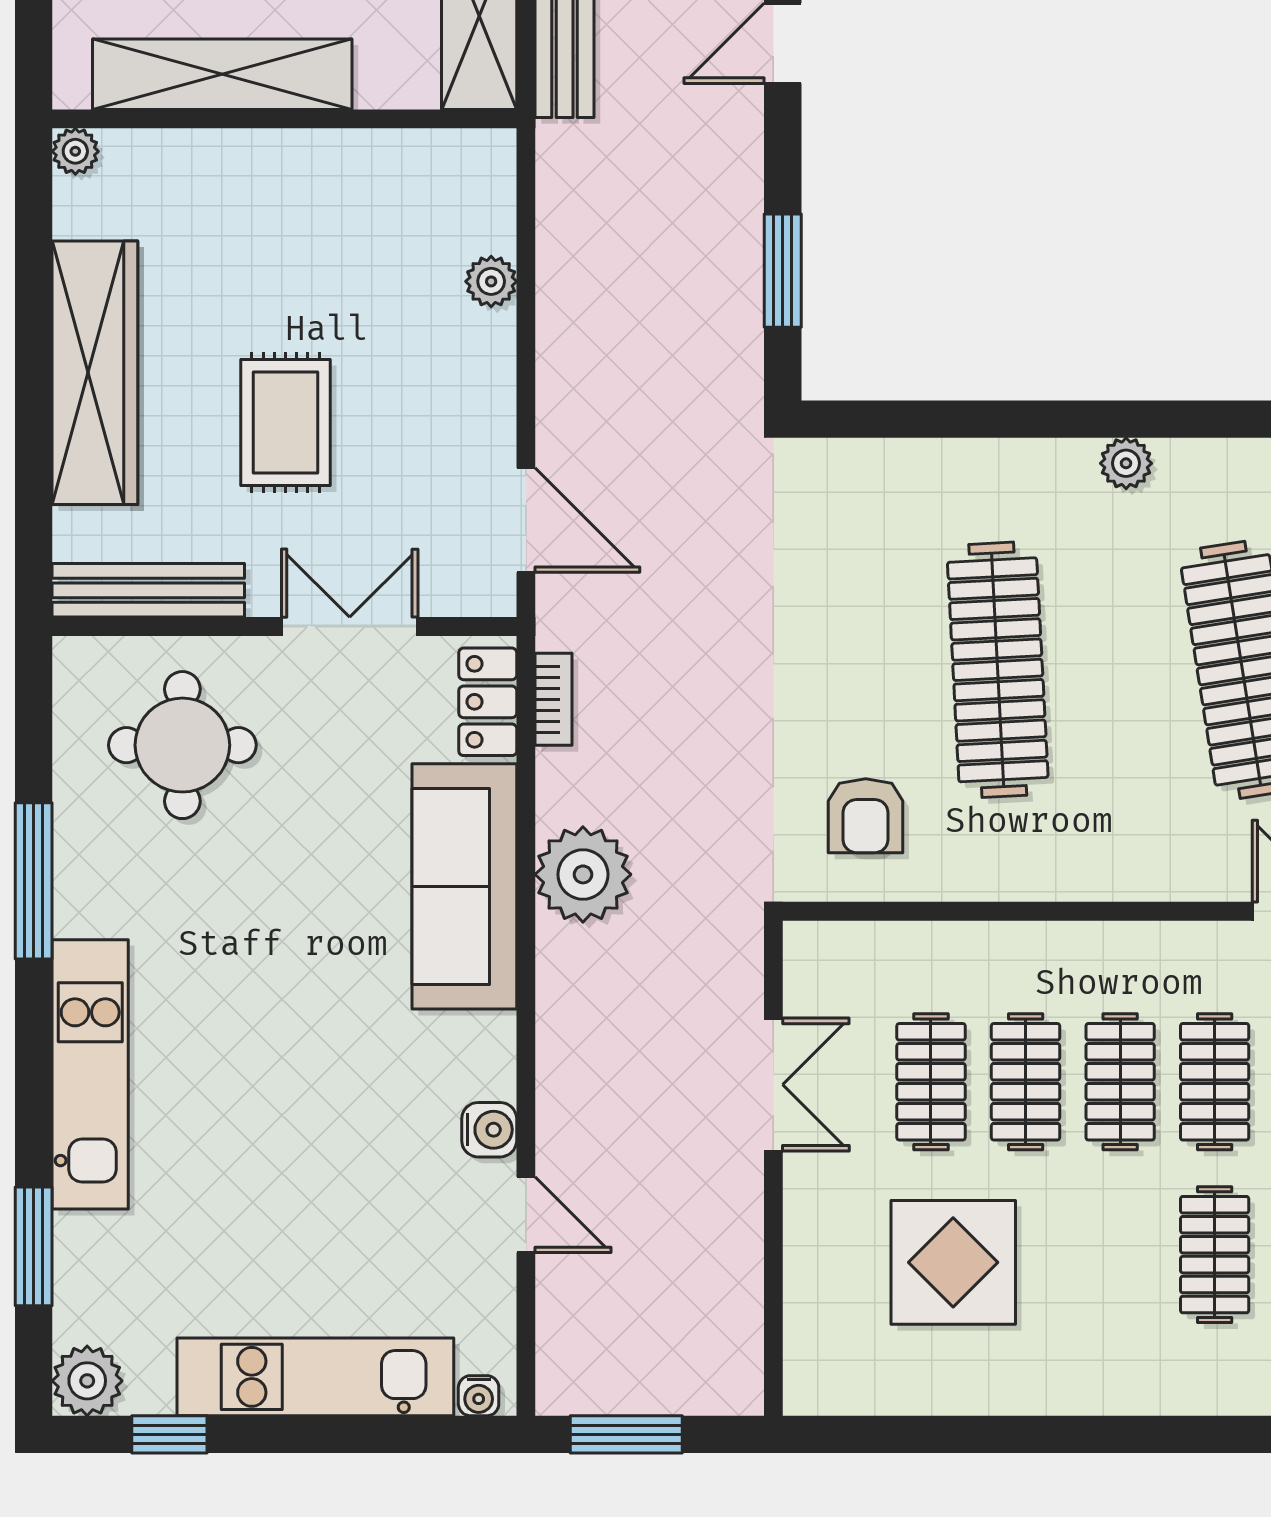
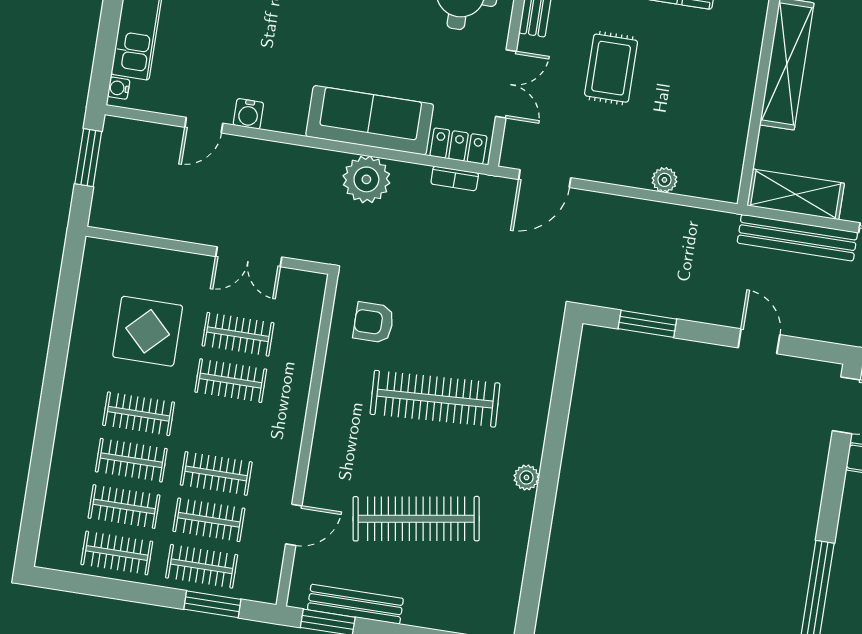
rug: (285, 423) -> (611, 68), turned 90
clothes rail: (1120, 1082) -> (139, 414), moved

